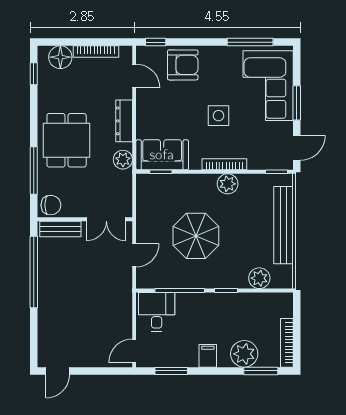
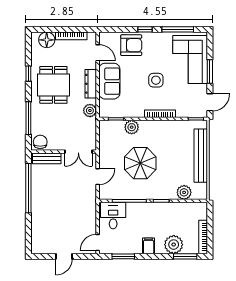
window: (156, 42) -> (145, 29), moved
window: (34, 74) -> (28, 74), moved
dining table: (67, 140) -> (53, 85), moved
sofa: (162, 155) -> (109, 81), moved, turned 90
plant: (228, 184) -> (132, 127), moved
chair: (51, 205) -> (40, 142), turned -90
door: (58, 371) -> (64, 256), moved

